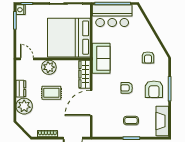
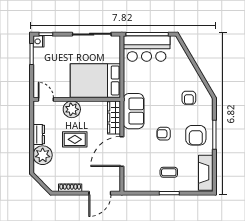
bed: (69, 38) -> (95, 80), width x0.73
sofa: (101, 58) -> (134, 111), moved

